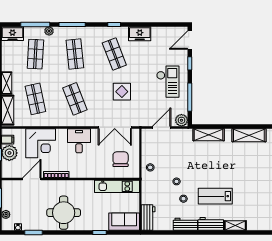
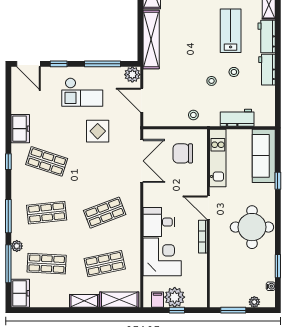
shop shelf: (114, 54) -> (47, 161), turned 39
checkout: (168, 82) -> (82, 92), turned 180
display table: (122, 92) -> (98, 131), moved
shelving: (209, 135) -> (151, 39), width x1.47
desk: (79, 141) -> (159, 222), moved
door: (32, 179) -> (208, 208), moved
lab bench: (215, 196) -> (231, 31), turned 180
workbench: (148, 218) -> (237, 118), moved
sofa: (124, 222) -> (264, 156), width x1.36

